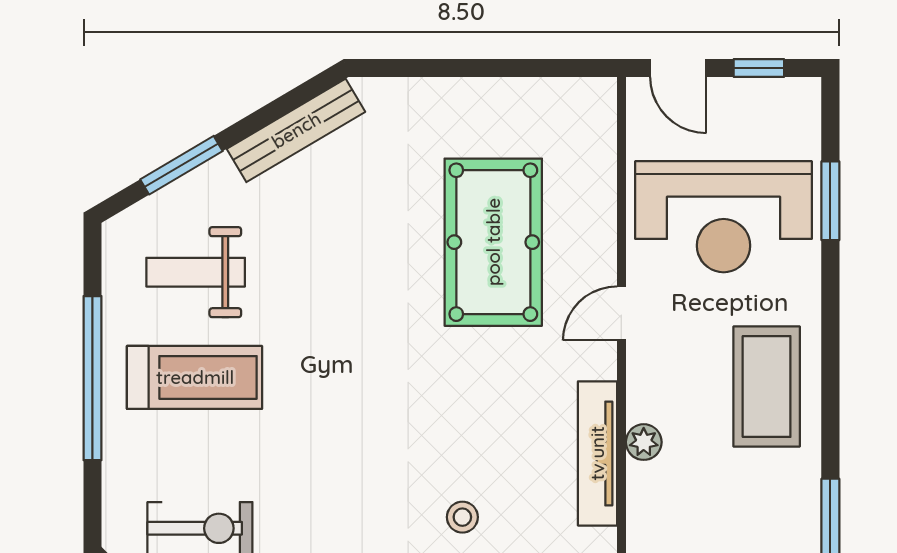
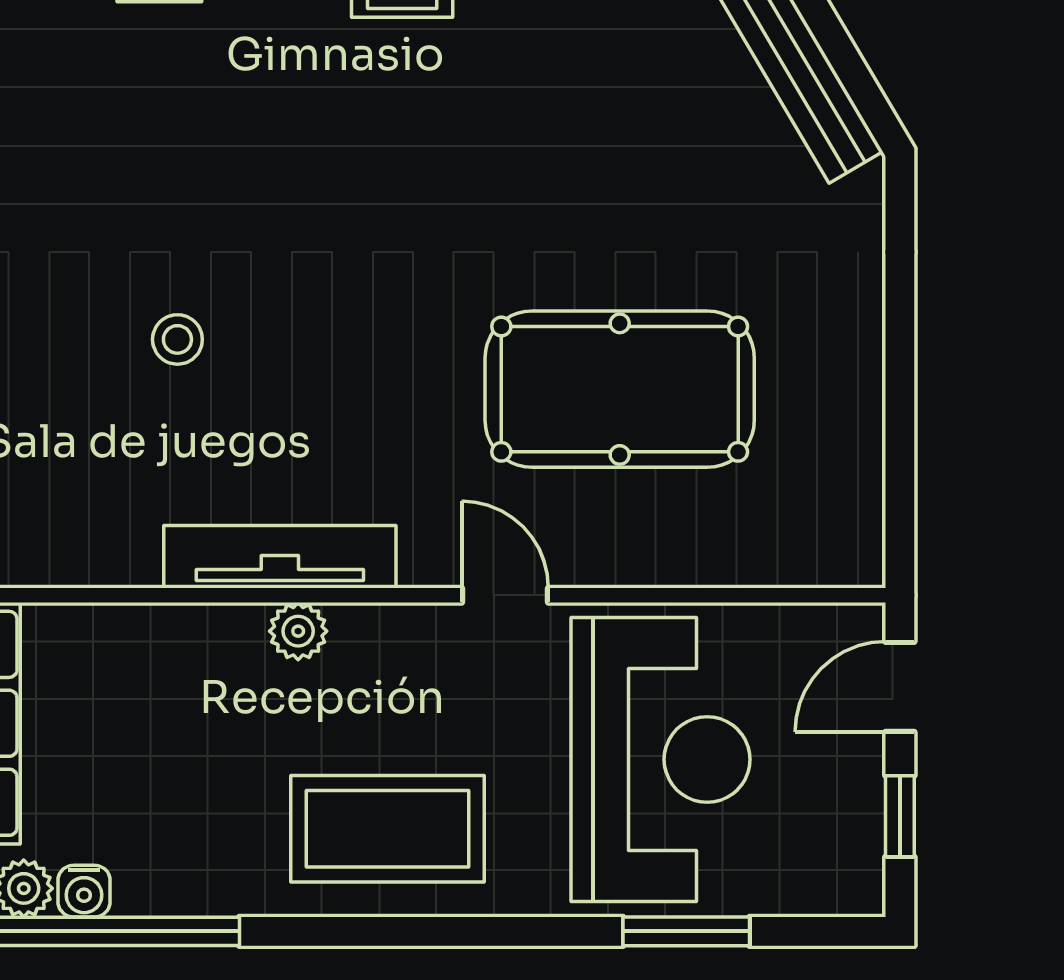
reception desk: (724, 217) -> (661, 759), turned 180

